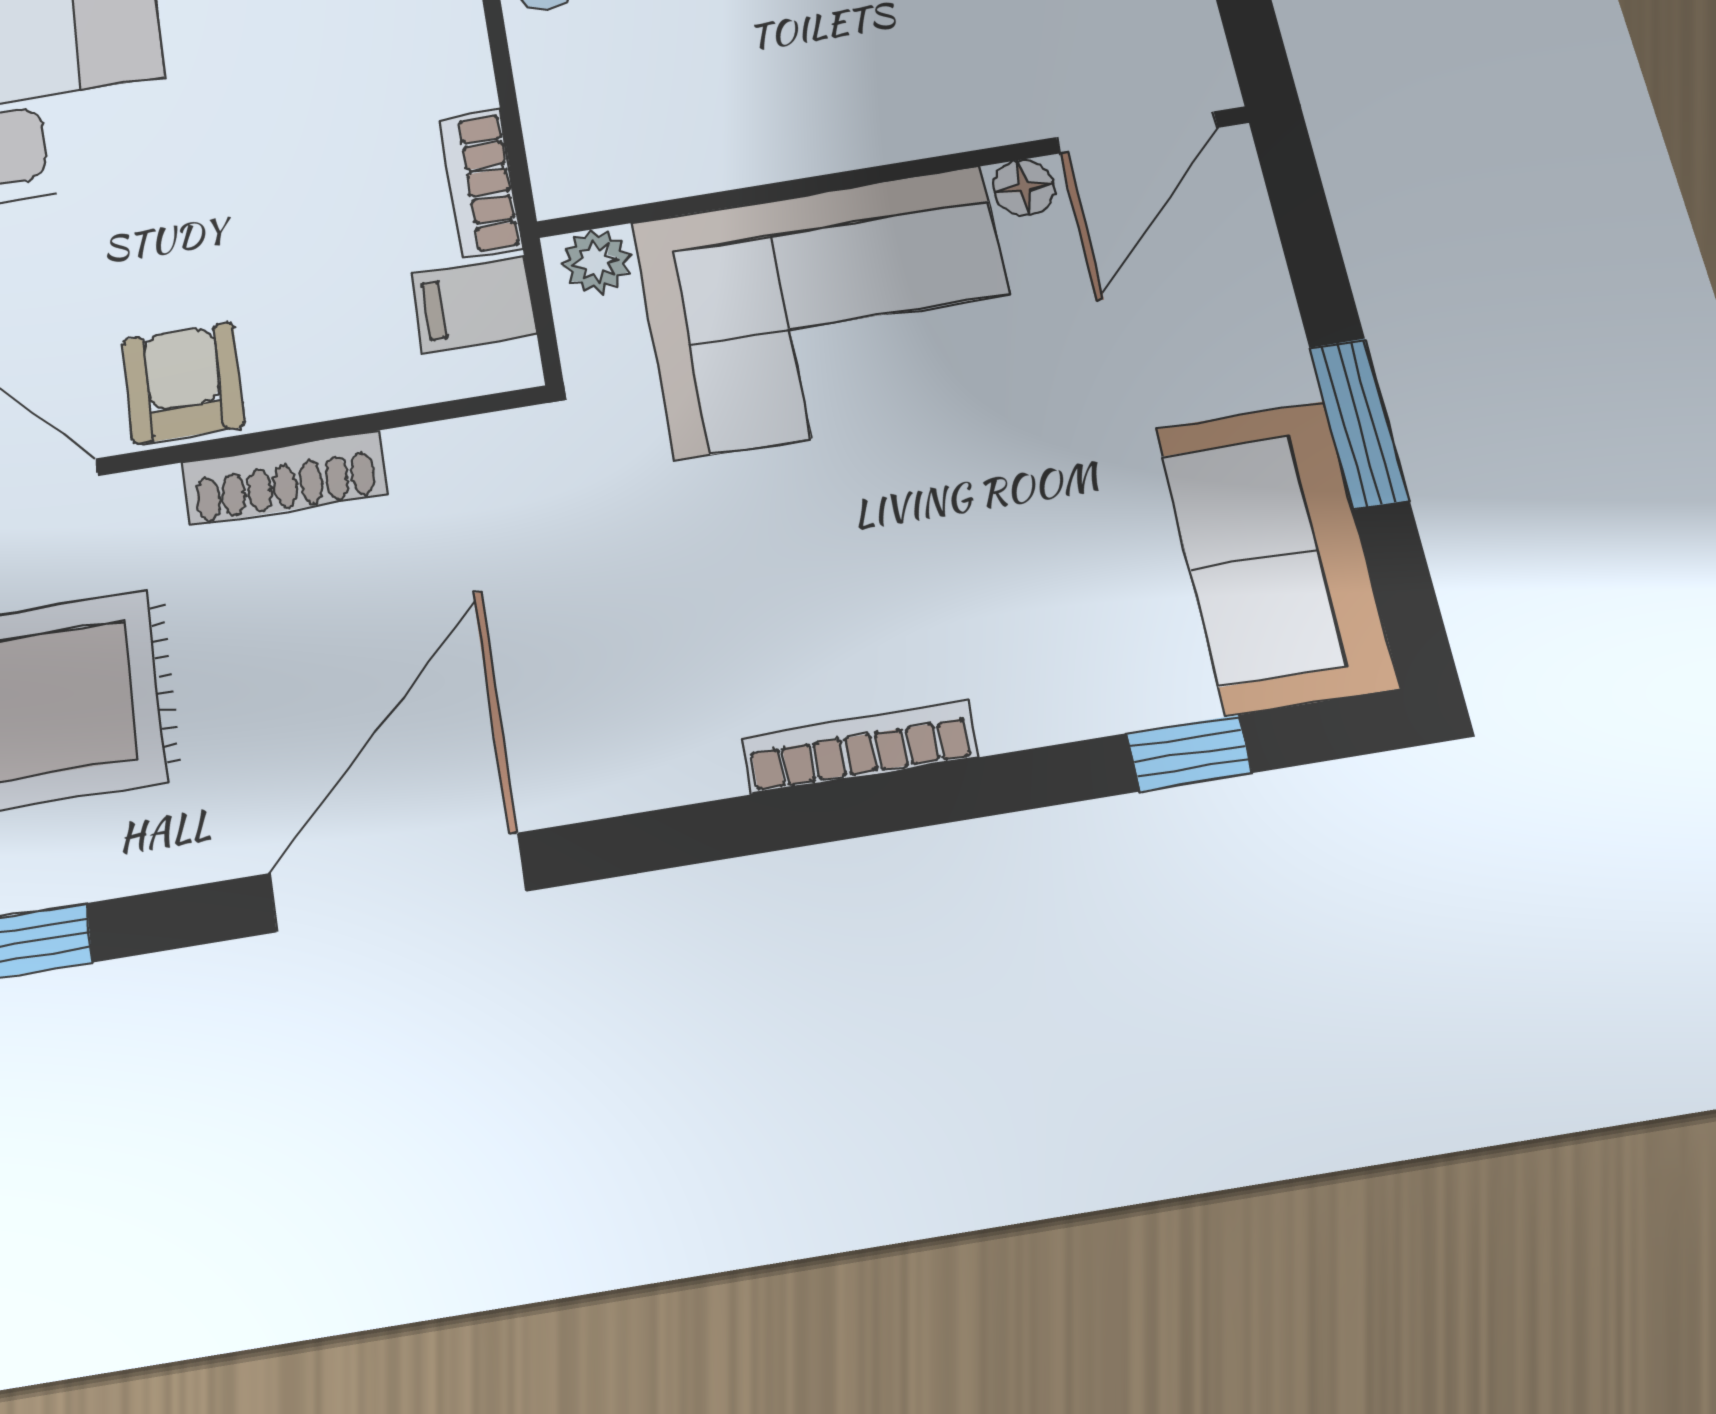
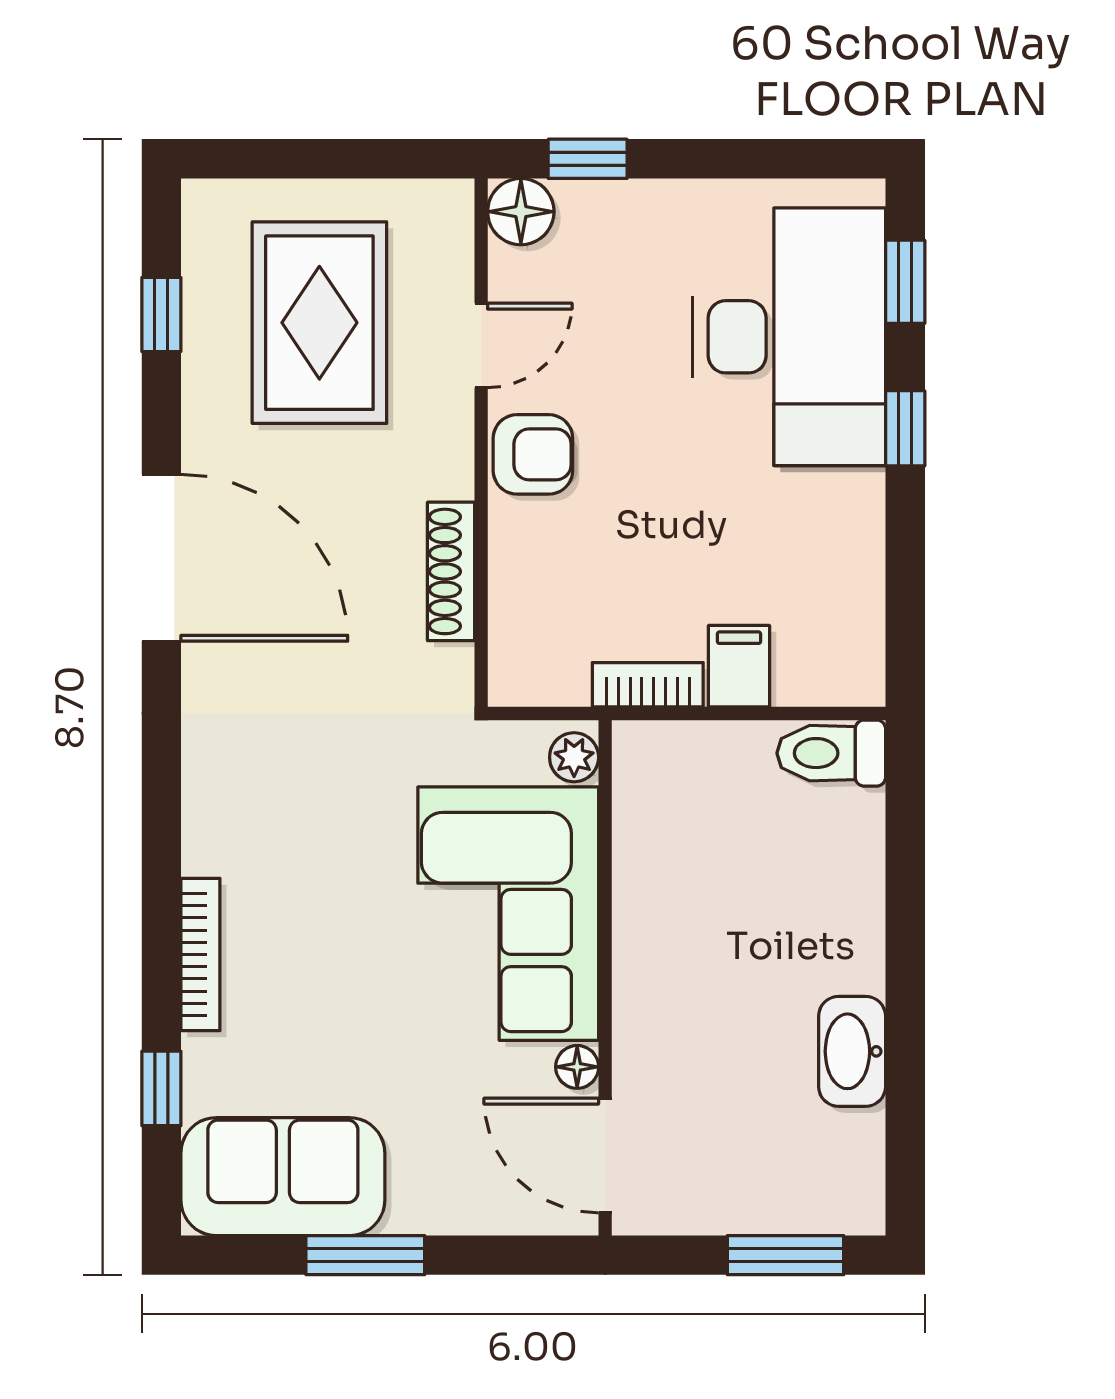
filing cabinet: (474, 304) -> (739, 666), moved
shoe rack: (284, 478) -> (451, 571), moved
bookcase: (859, 747) -> (200, 955), moved

